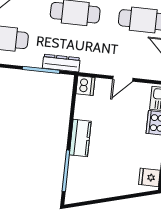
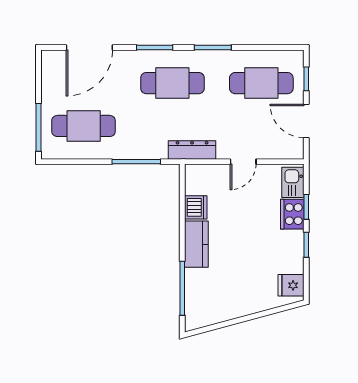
dresser: (61, 63) -> (192, 150), moved
dishwasher: (85, 86) -> (196, 207), moved

